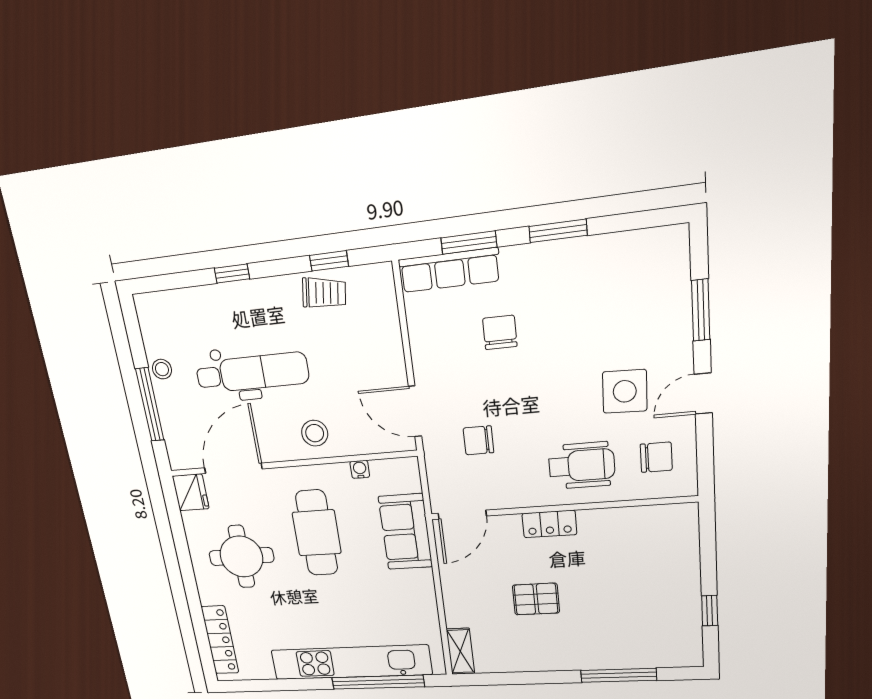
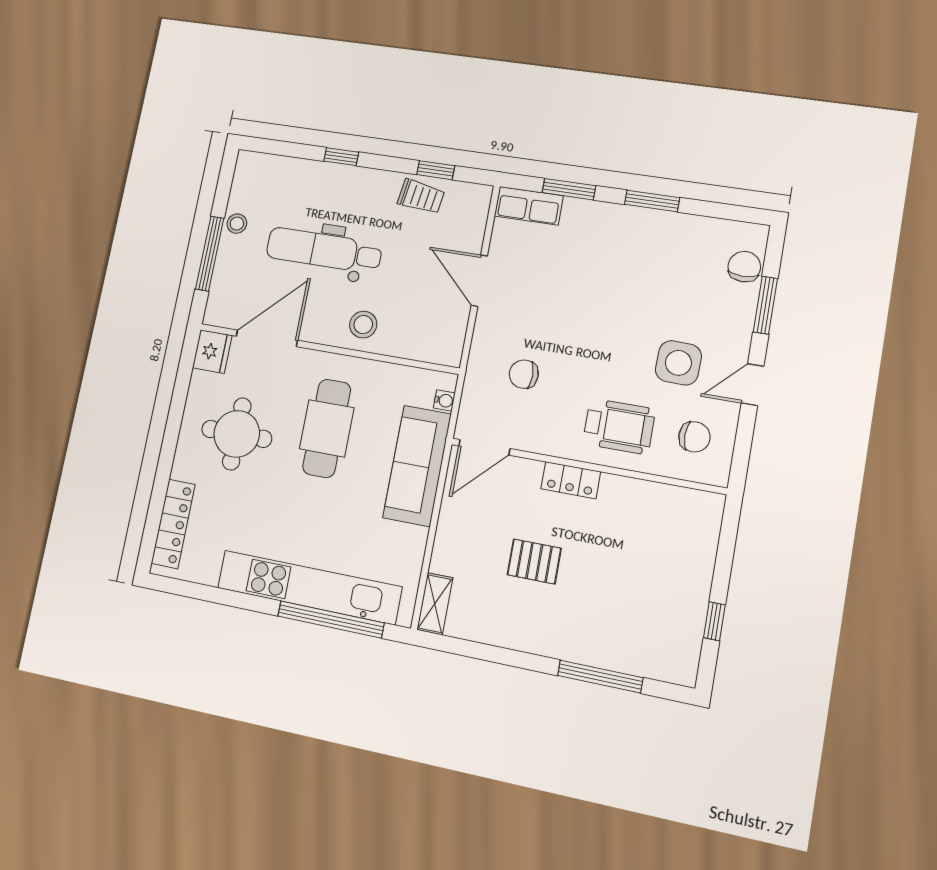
row of seats: (449, 270) -> (529, 206), width x0.68
chair: (500, 332) -> (744, 267), moved
dental chair: (252, 373) -> (324, 250), turned 180
door: (415, 411) -> (479, 281), moved
water cooler: (360, 469) -> (444, 401), moved, turned 90
sofa: (406, 532) -> (417, 466), width x1.36

